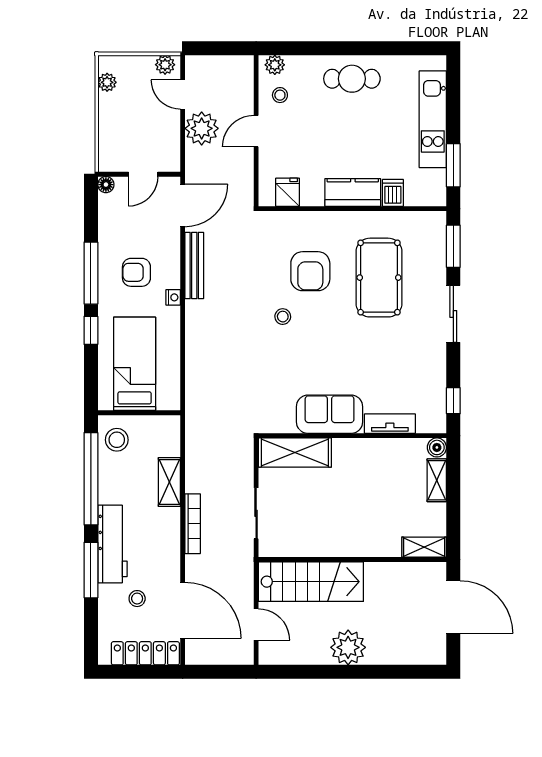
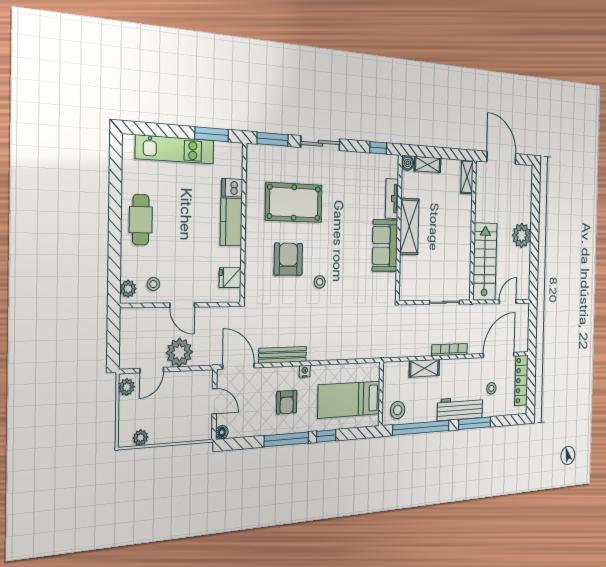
armchair: (310, 271) -> (288, 259), turned -90
shelving: (295, 453) -> (409, 226), moved
door: (453, 607) -> (501, 158), hinge flipped

